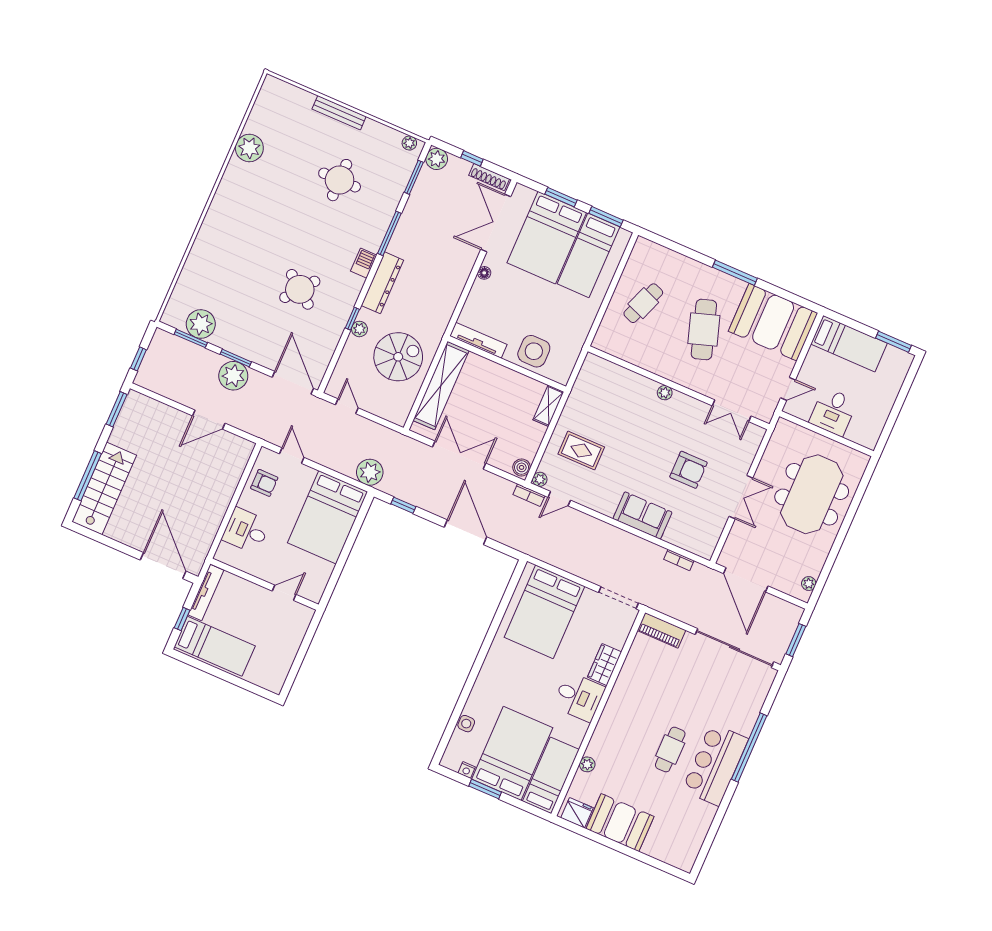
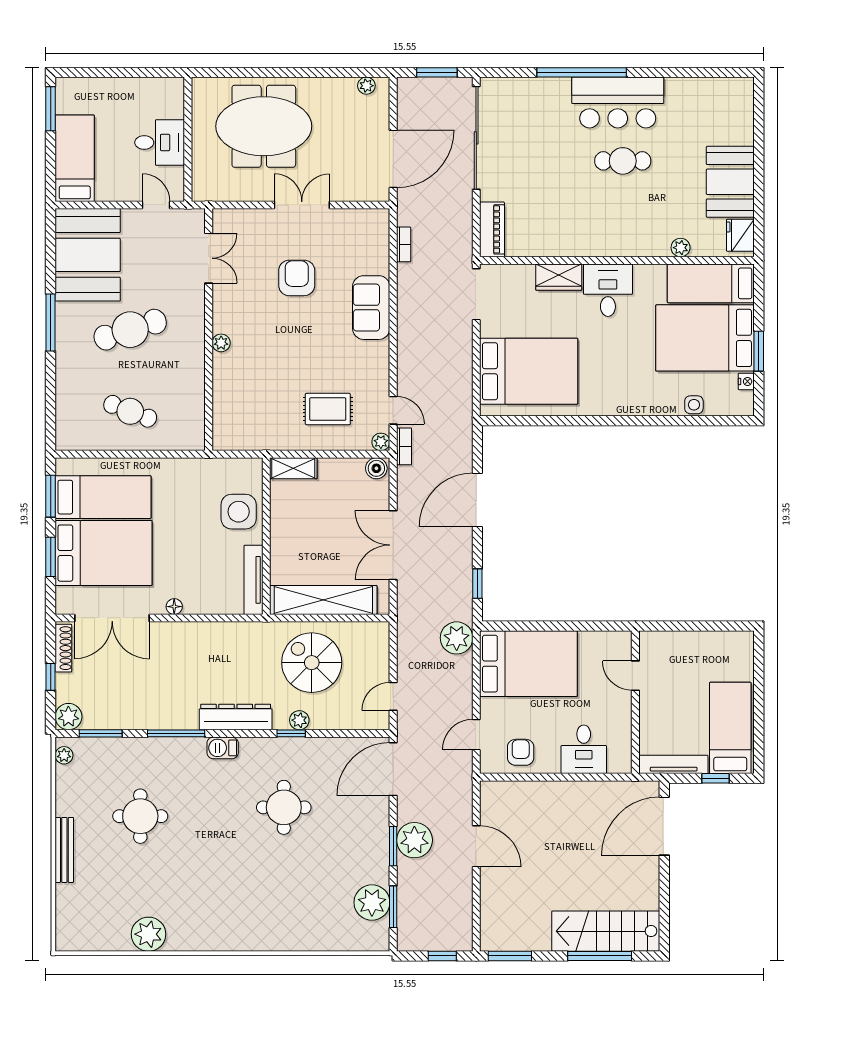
round table: (300, 289) -> (284, 807), turned -38
rug: (581, 451) -> (328, 409), turned 90

